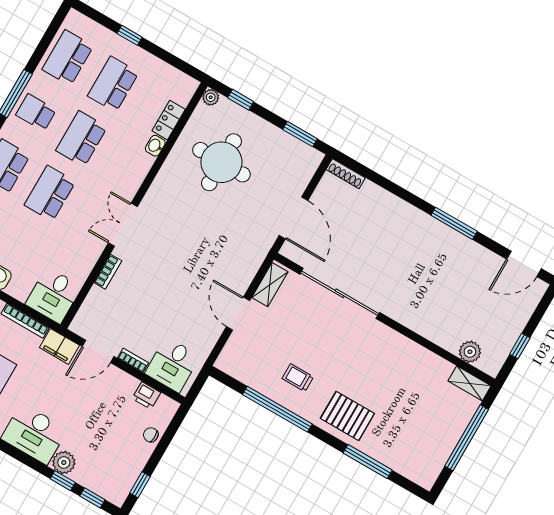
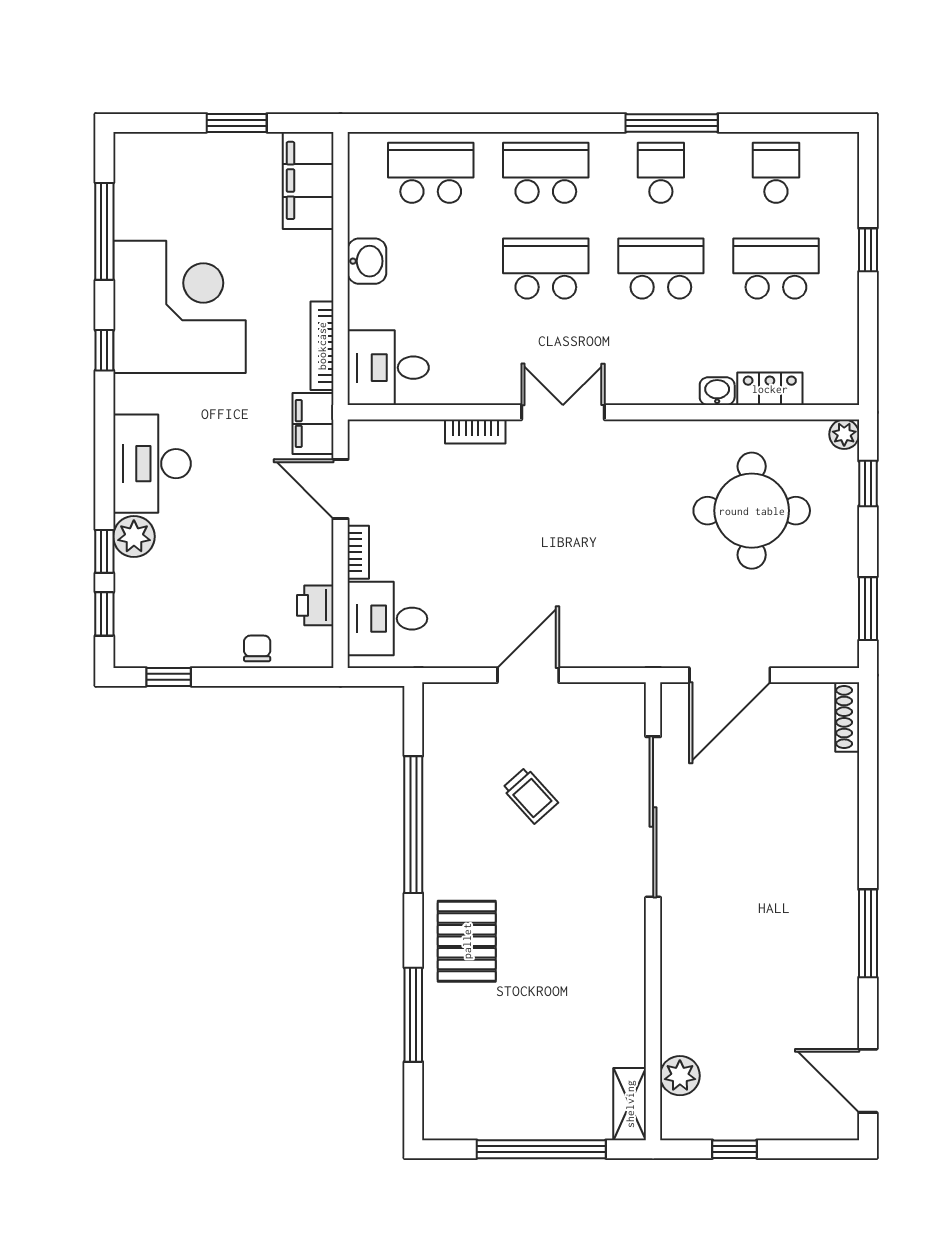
school desk: (68, 58) -> (776, 173), width x0.54
shelving: (270, 285) -> (603, 699), removed
trolley: (298, 378) -> (530, 795), moved, turned 138

